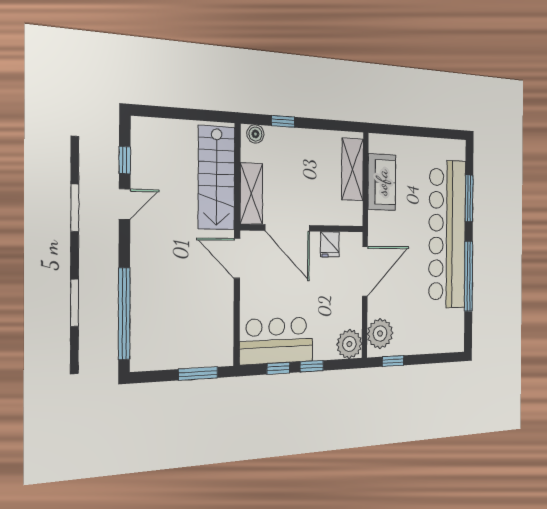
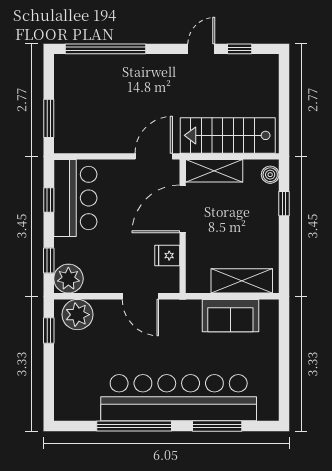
door: (125, 204) -> (201, 49), swing flipped
door: (365, 271) -> (140, 296), width x0.73
window: (312, 366) -> (49, 260), moved

